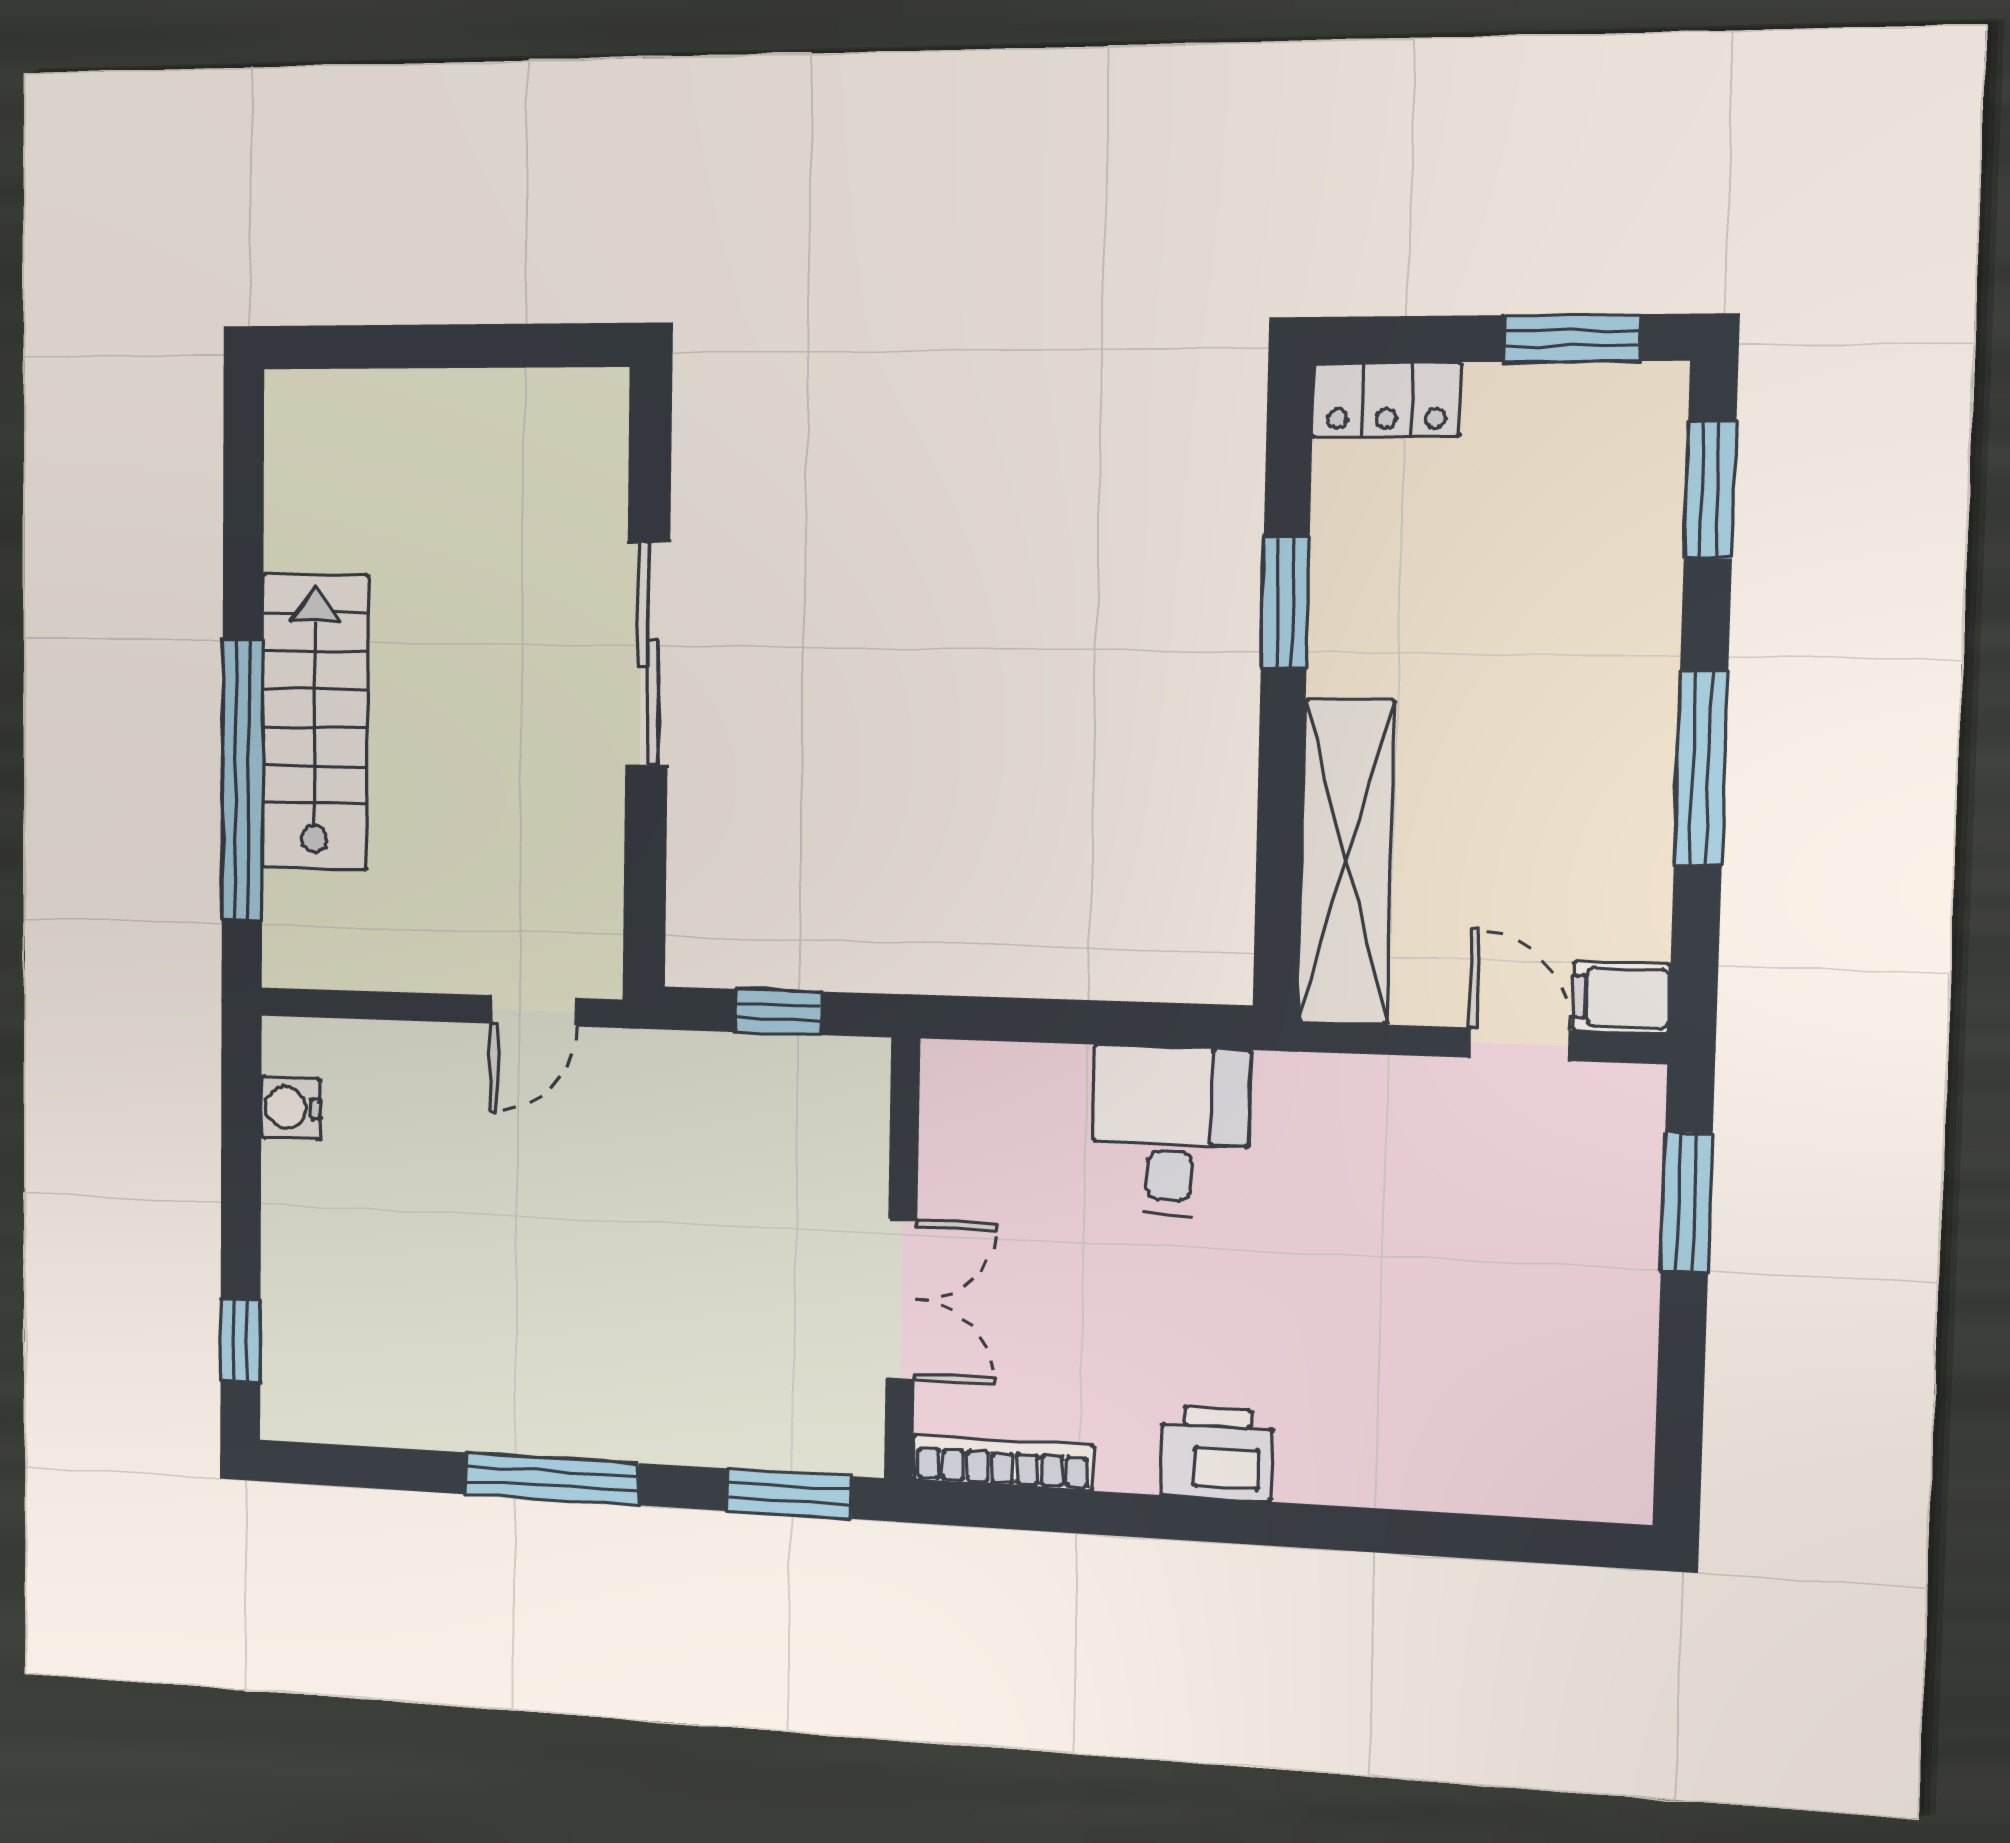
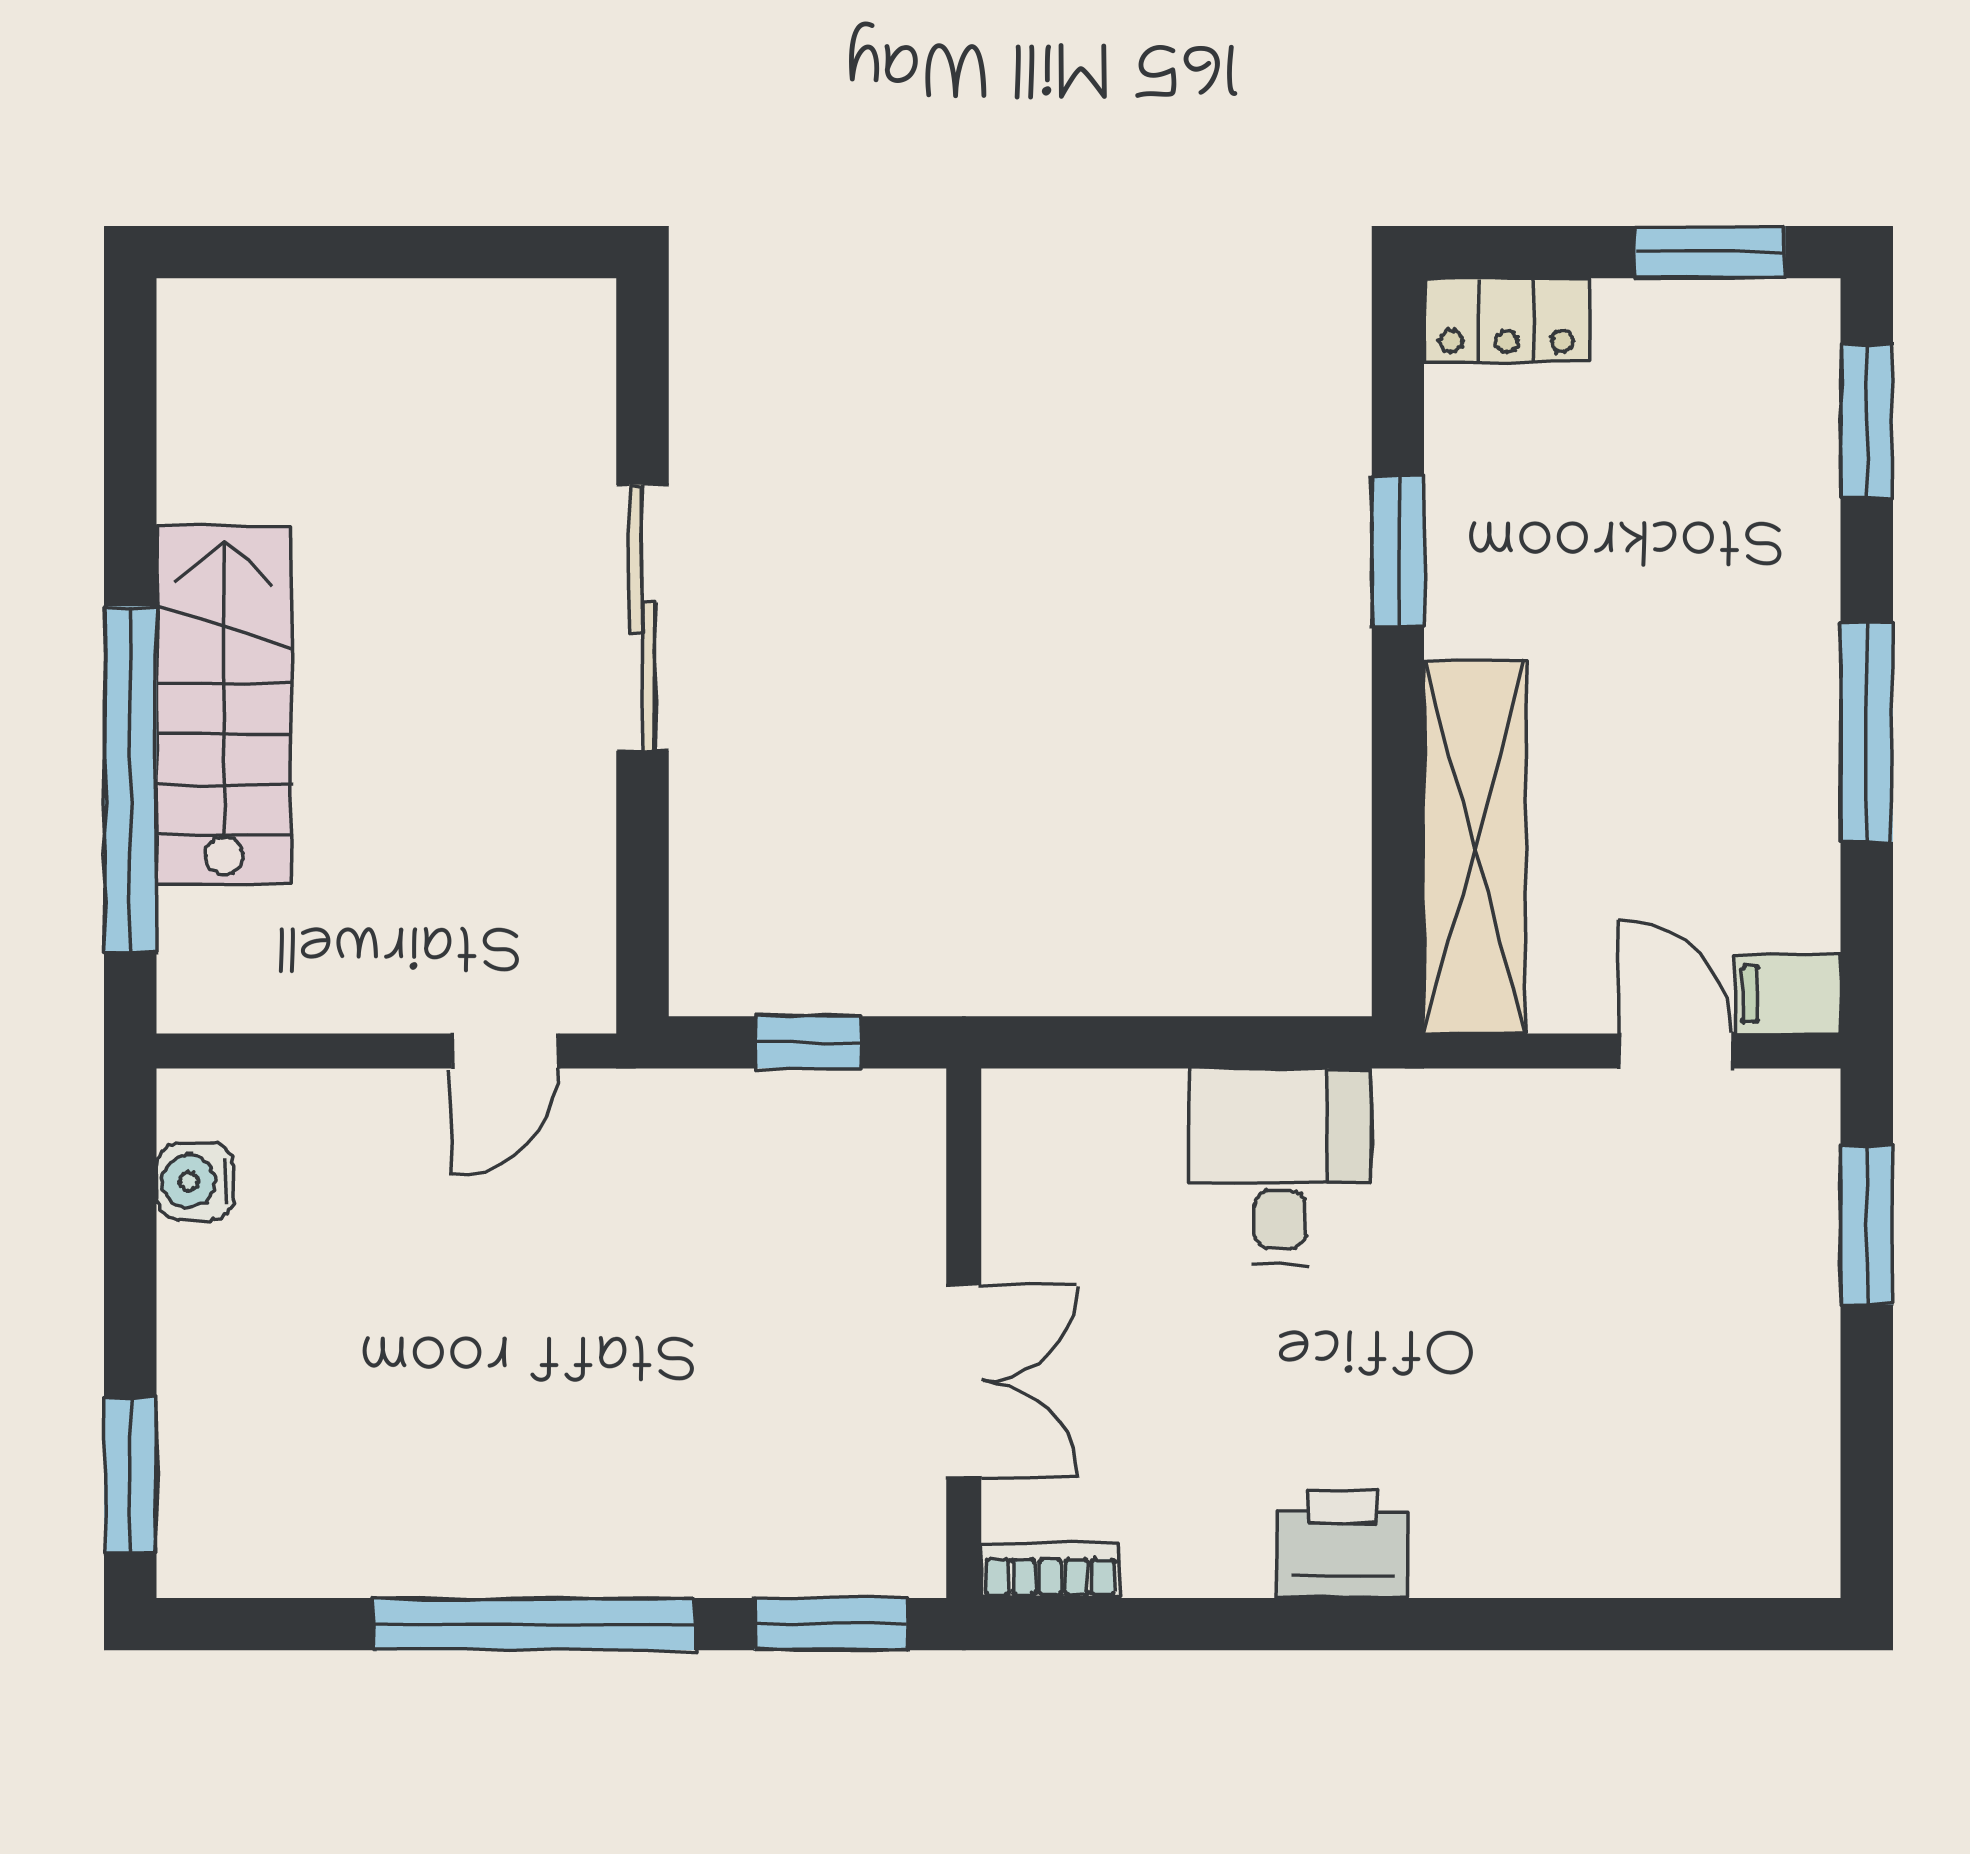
window: (240, 1341) -> (130, 1475), width x1.50
bookcase: (1002, 1462) -> (1050, 1570), width x0.64
window: (552, 1479) -> (534, 1624), width x1.46

